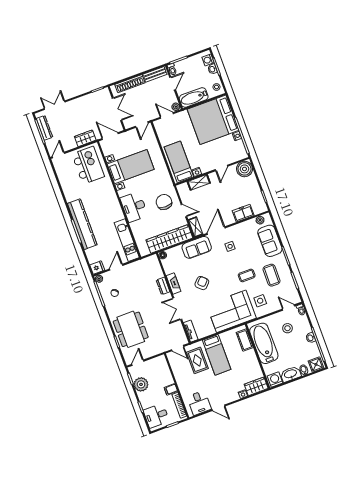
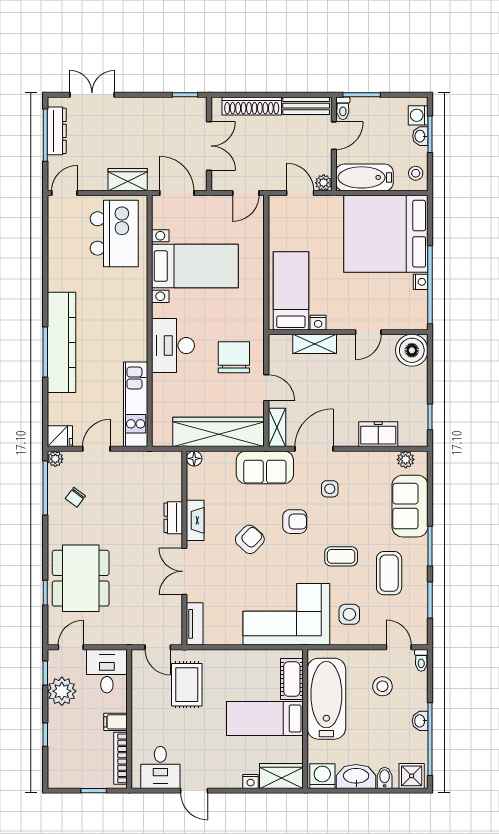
armchair: (220, 267) -> (295, 522), added
bed: (217, 355) -> (265, 718), moved, turned 90
desk: (156, 416) -> (107, 671), moved, turned 90

